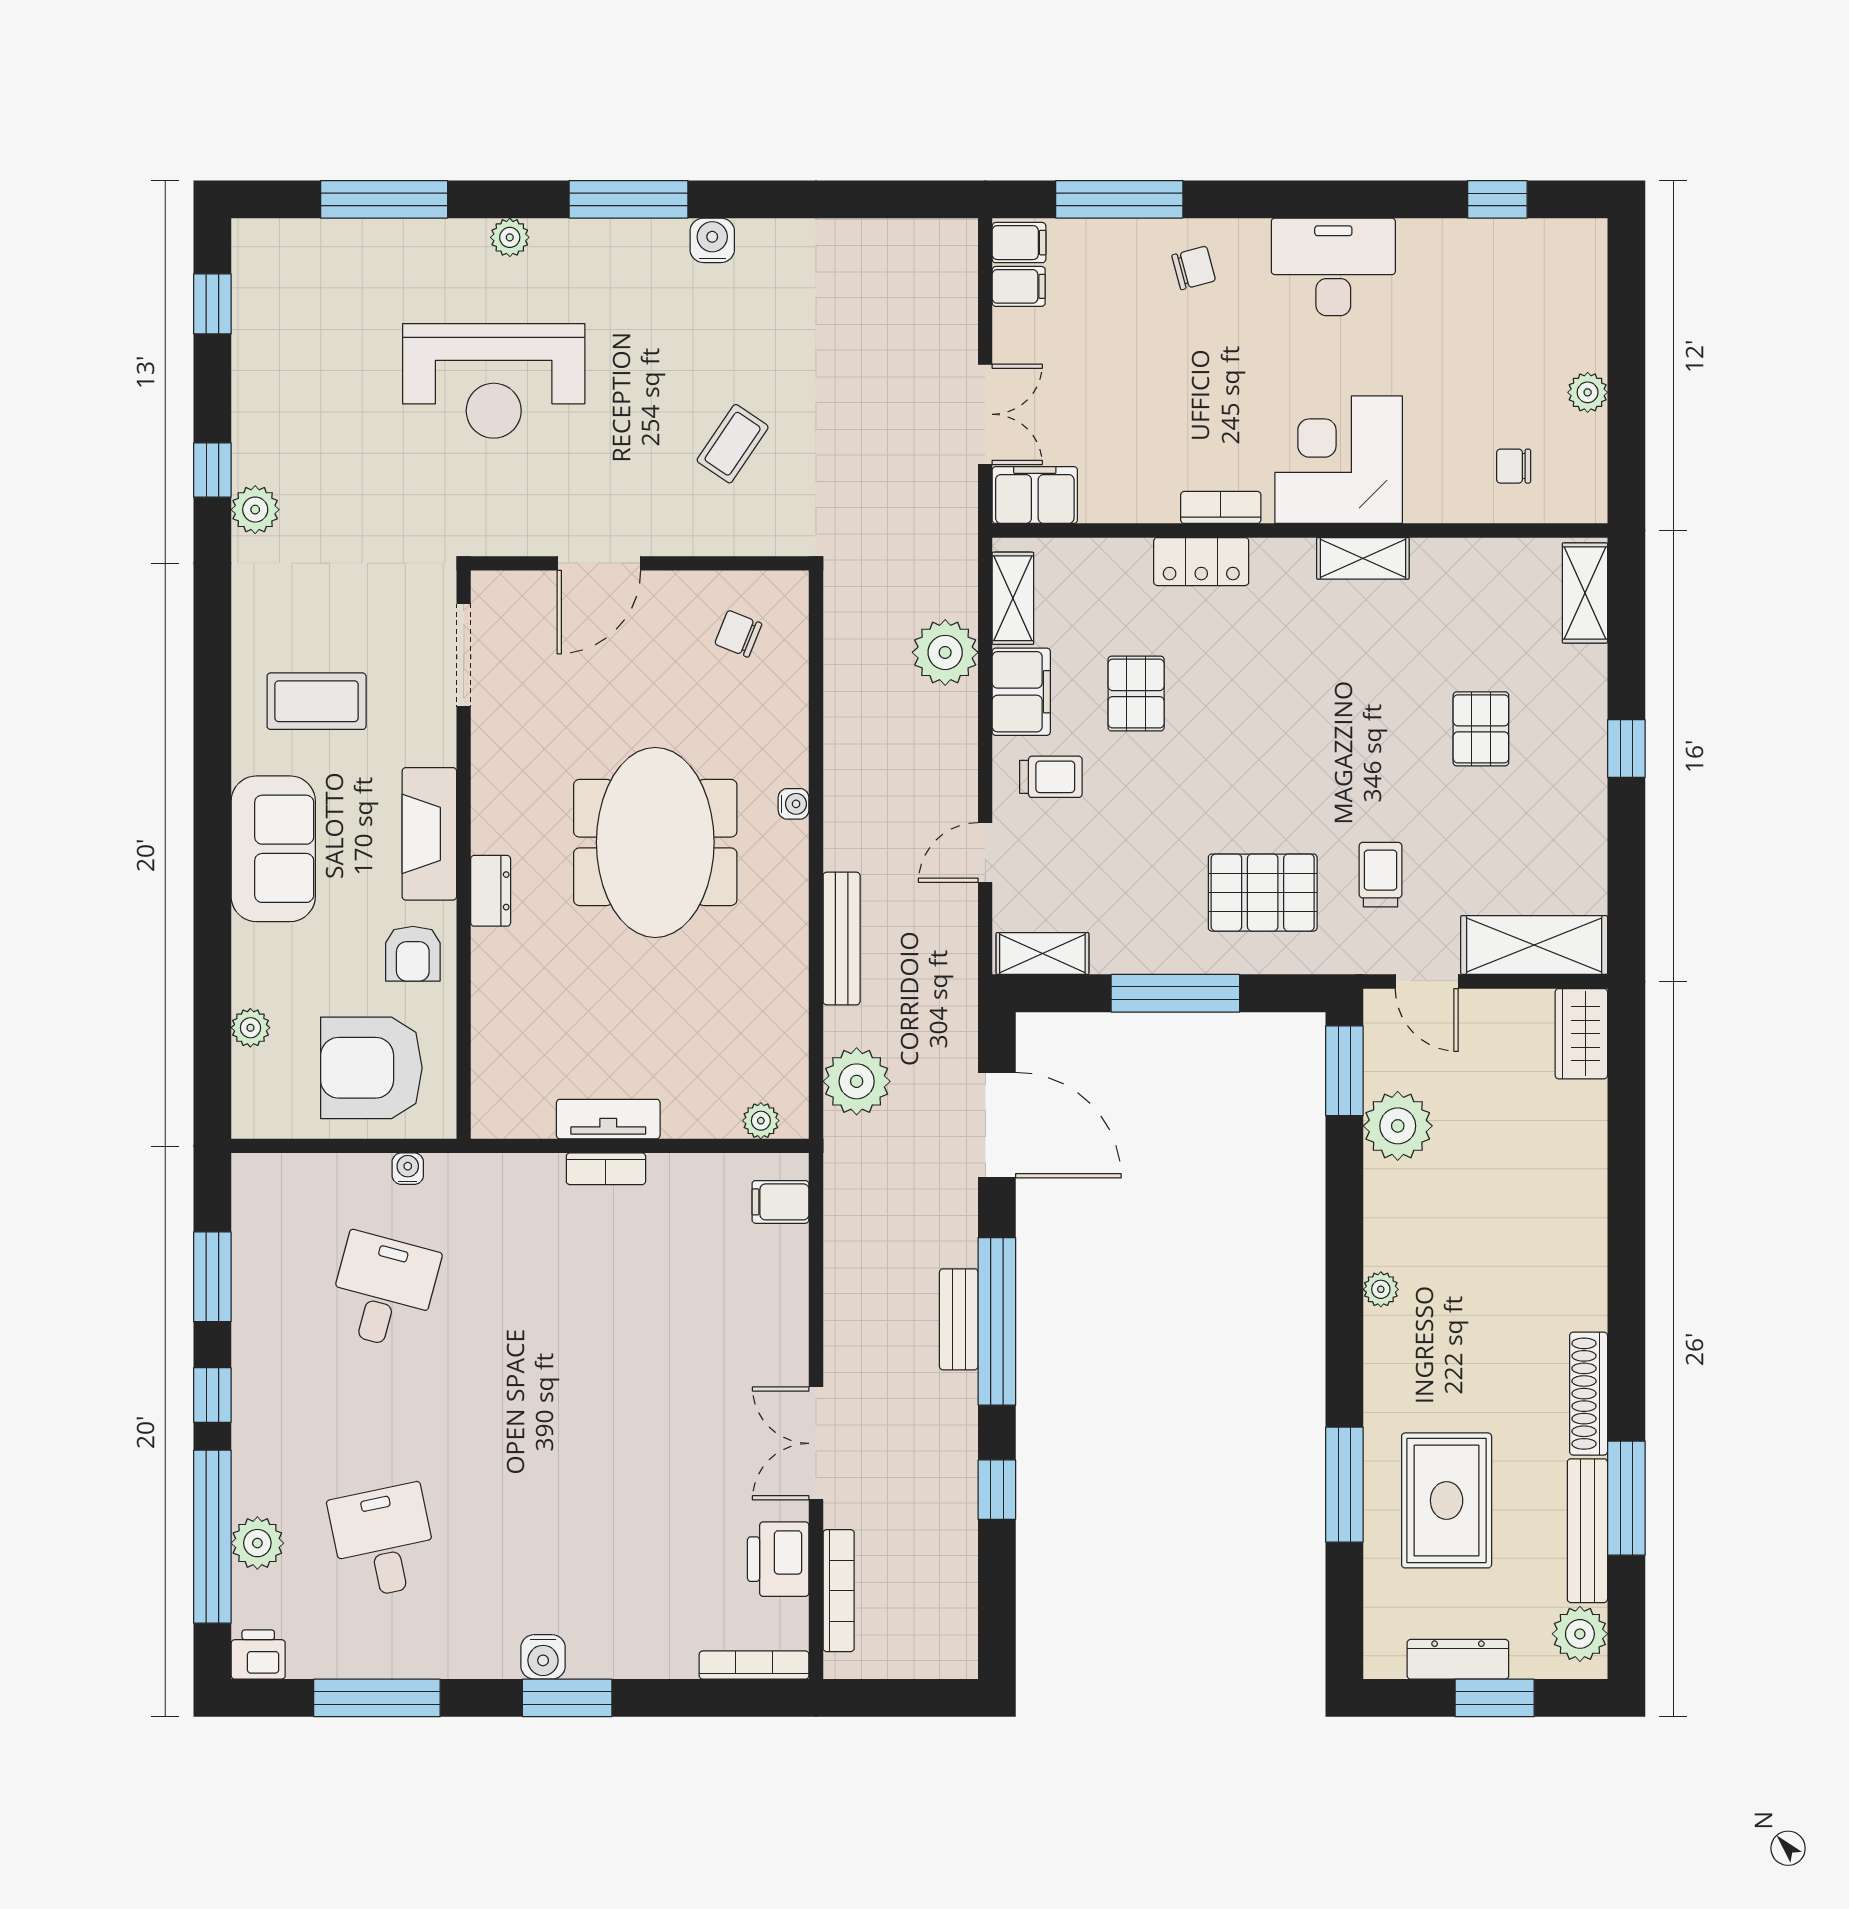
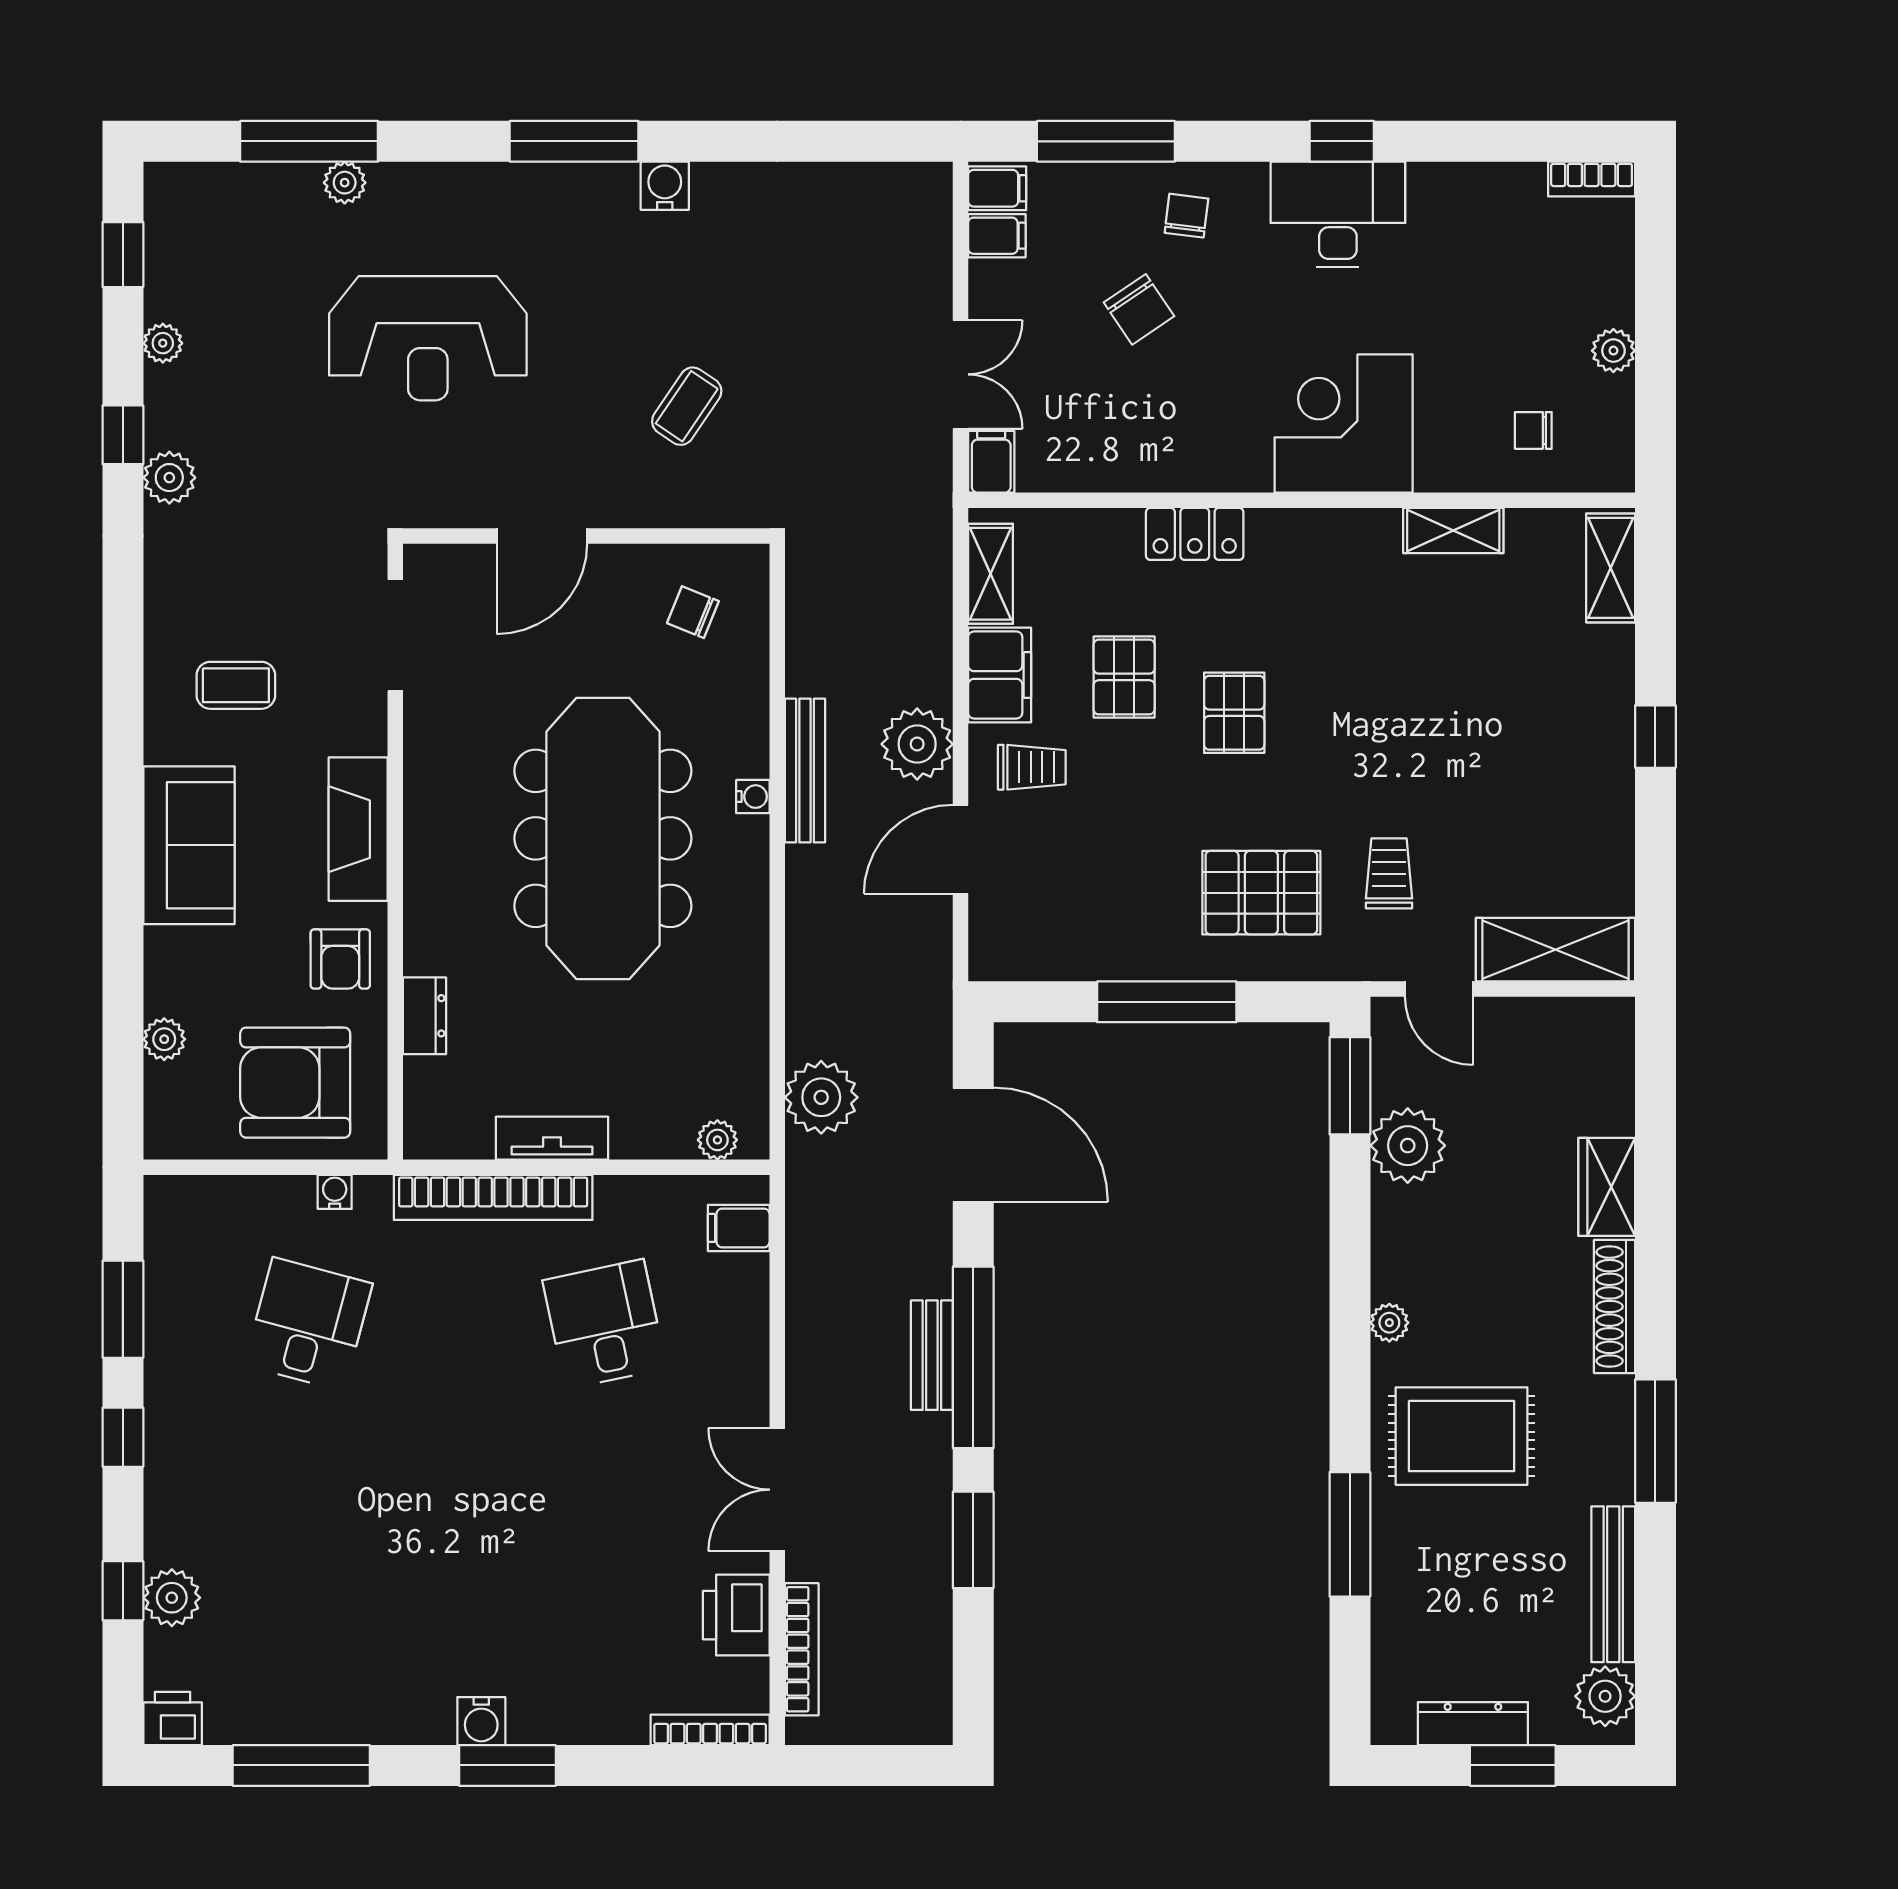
window: (1497, 199) -> (1342, 141), moved
plant: (510, 237) -> (345, 183), moved
chair: (1194, 268) -> (1186, 216), turned -68
chair: (1150, 354) -> (1139, 309), added
plant: (249, 386) -> (163, 343), added
filing cabinet: (1035, 495) -> (991, 462), width x0.50
bookcase: (1221, 507) -> (1592, 179), moved, turned 180
shelving: (1363, 558) -> (1453, 530), moved
plant: (945, 652) -> (917, 744), moved
coffee table: (317, 701) -> (236, 685), width x0.73, depth x0.77
pallet: (1481, 729) -> (1234, 713), moved
meeting table: (655, 842) -> (603, 838), width x1.36
door: (985, 853) -> (960, 849), width x1.37
dresser: (491, 891) -> (425, 1016), moved
bench: (842, 938) -> (805, 771), moved
shelving: (1042, 954) -> (1023, 959), removed
wardrobe: (1581, 1034) -> (1607, 1187), moved
bookcase: (606, 1169) -> (493, 1197), width x2.31, depth x1.31
shoe rack: (1589, 1394) -> (1614, 1307), moved
window: (997, 1490) -> (973, 1540), width x1.50
window: (1626, 1498) -> (1655, 1441), moved
rug: (1447, 1500) -> (1462, 1436), moved, turned 90
window: (212, 1537) -> (123, 1591), width x0.32
desk: (383, 1541) -> (604, 1324), moved

